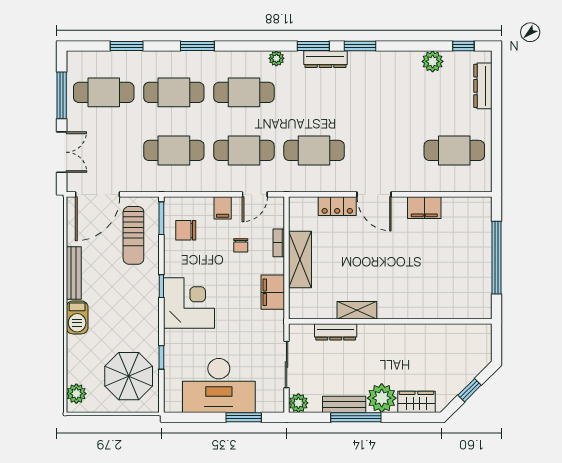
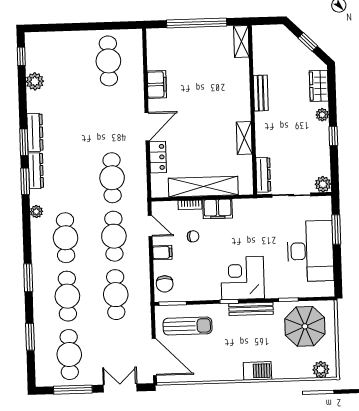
dresser: (483, 86) -> (35, 132), moved, turned -90
chair: (186, 230) -> (165, 284), moved
shelving: (300, 259) -> (203, 187), width x1.47
bench: (74, 273) -> (251, 309), moved
filing cabinet: (273, 292) -> (218, 209), moved
shelving: (473, 311) -> (241, 41), added
dresser: (336, 332) -> (263, 175), moved
plant: (382, 398) -> (322, 115), width x0.53, depth x0.53
bench: (344, 404) -> (261, 93), moved
window: (356, 417) -> (333, 136), width x0.46

